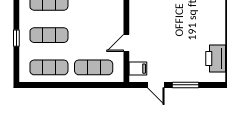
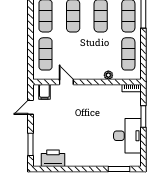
window: (185, 85) -> (30, 144), moved

